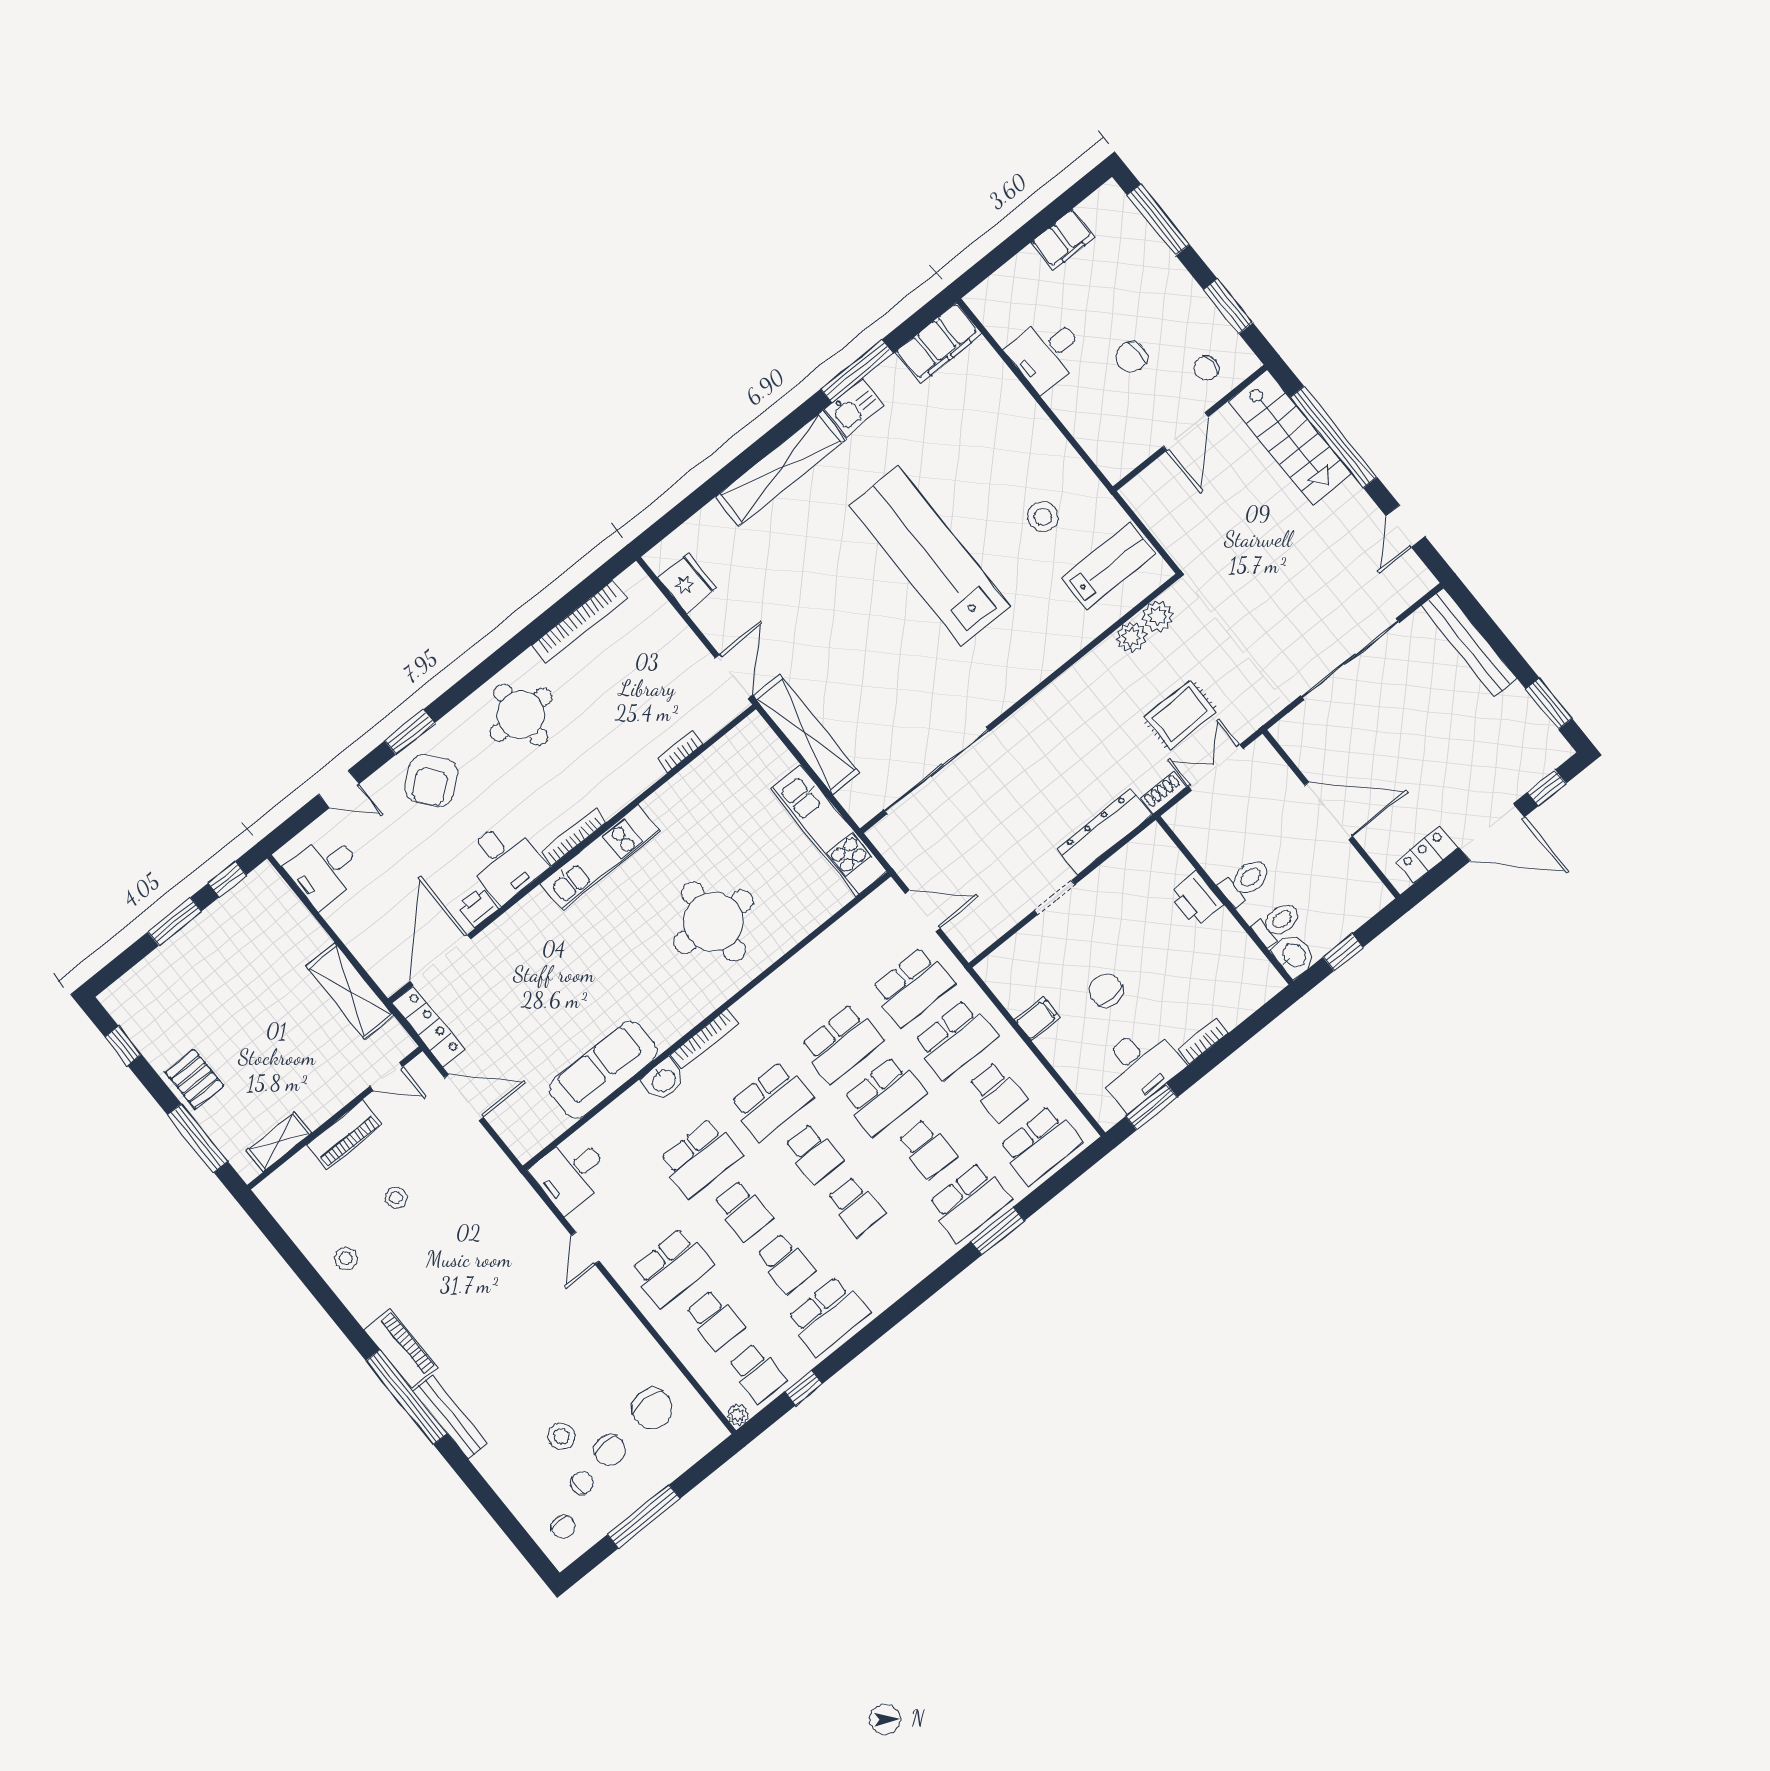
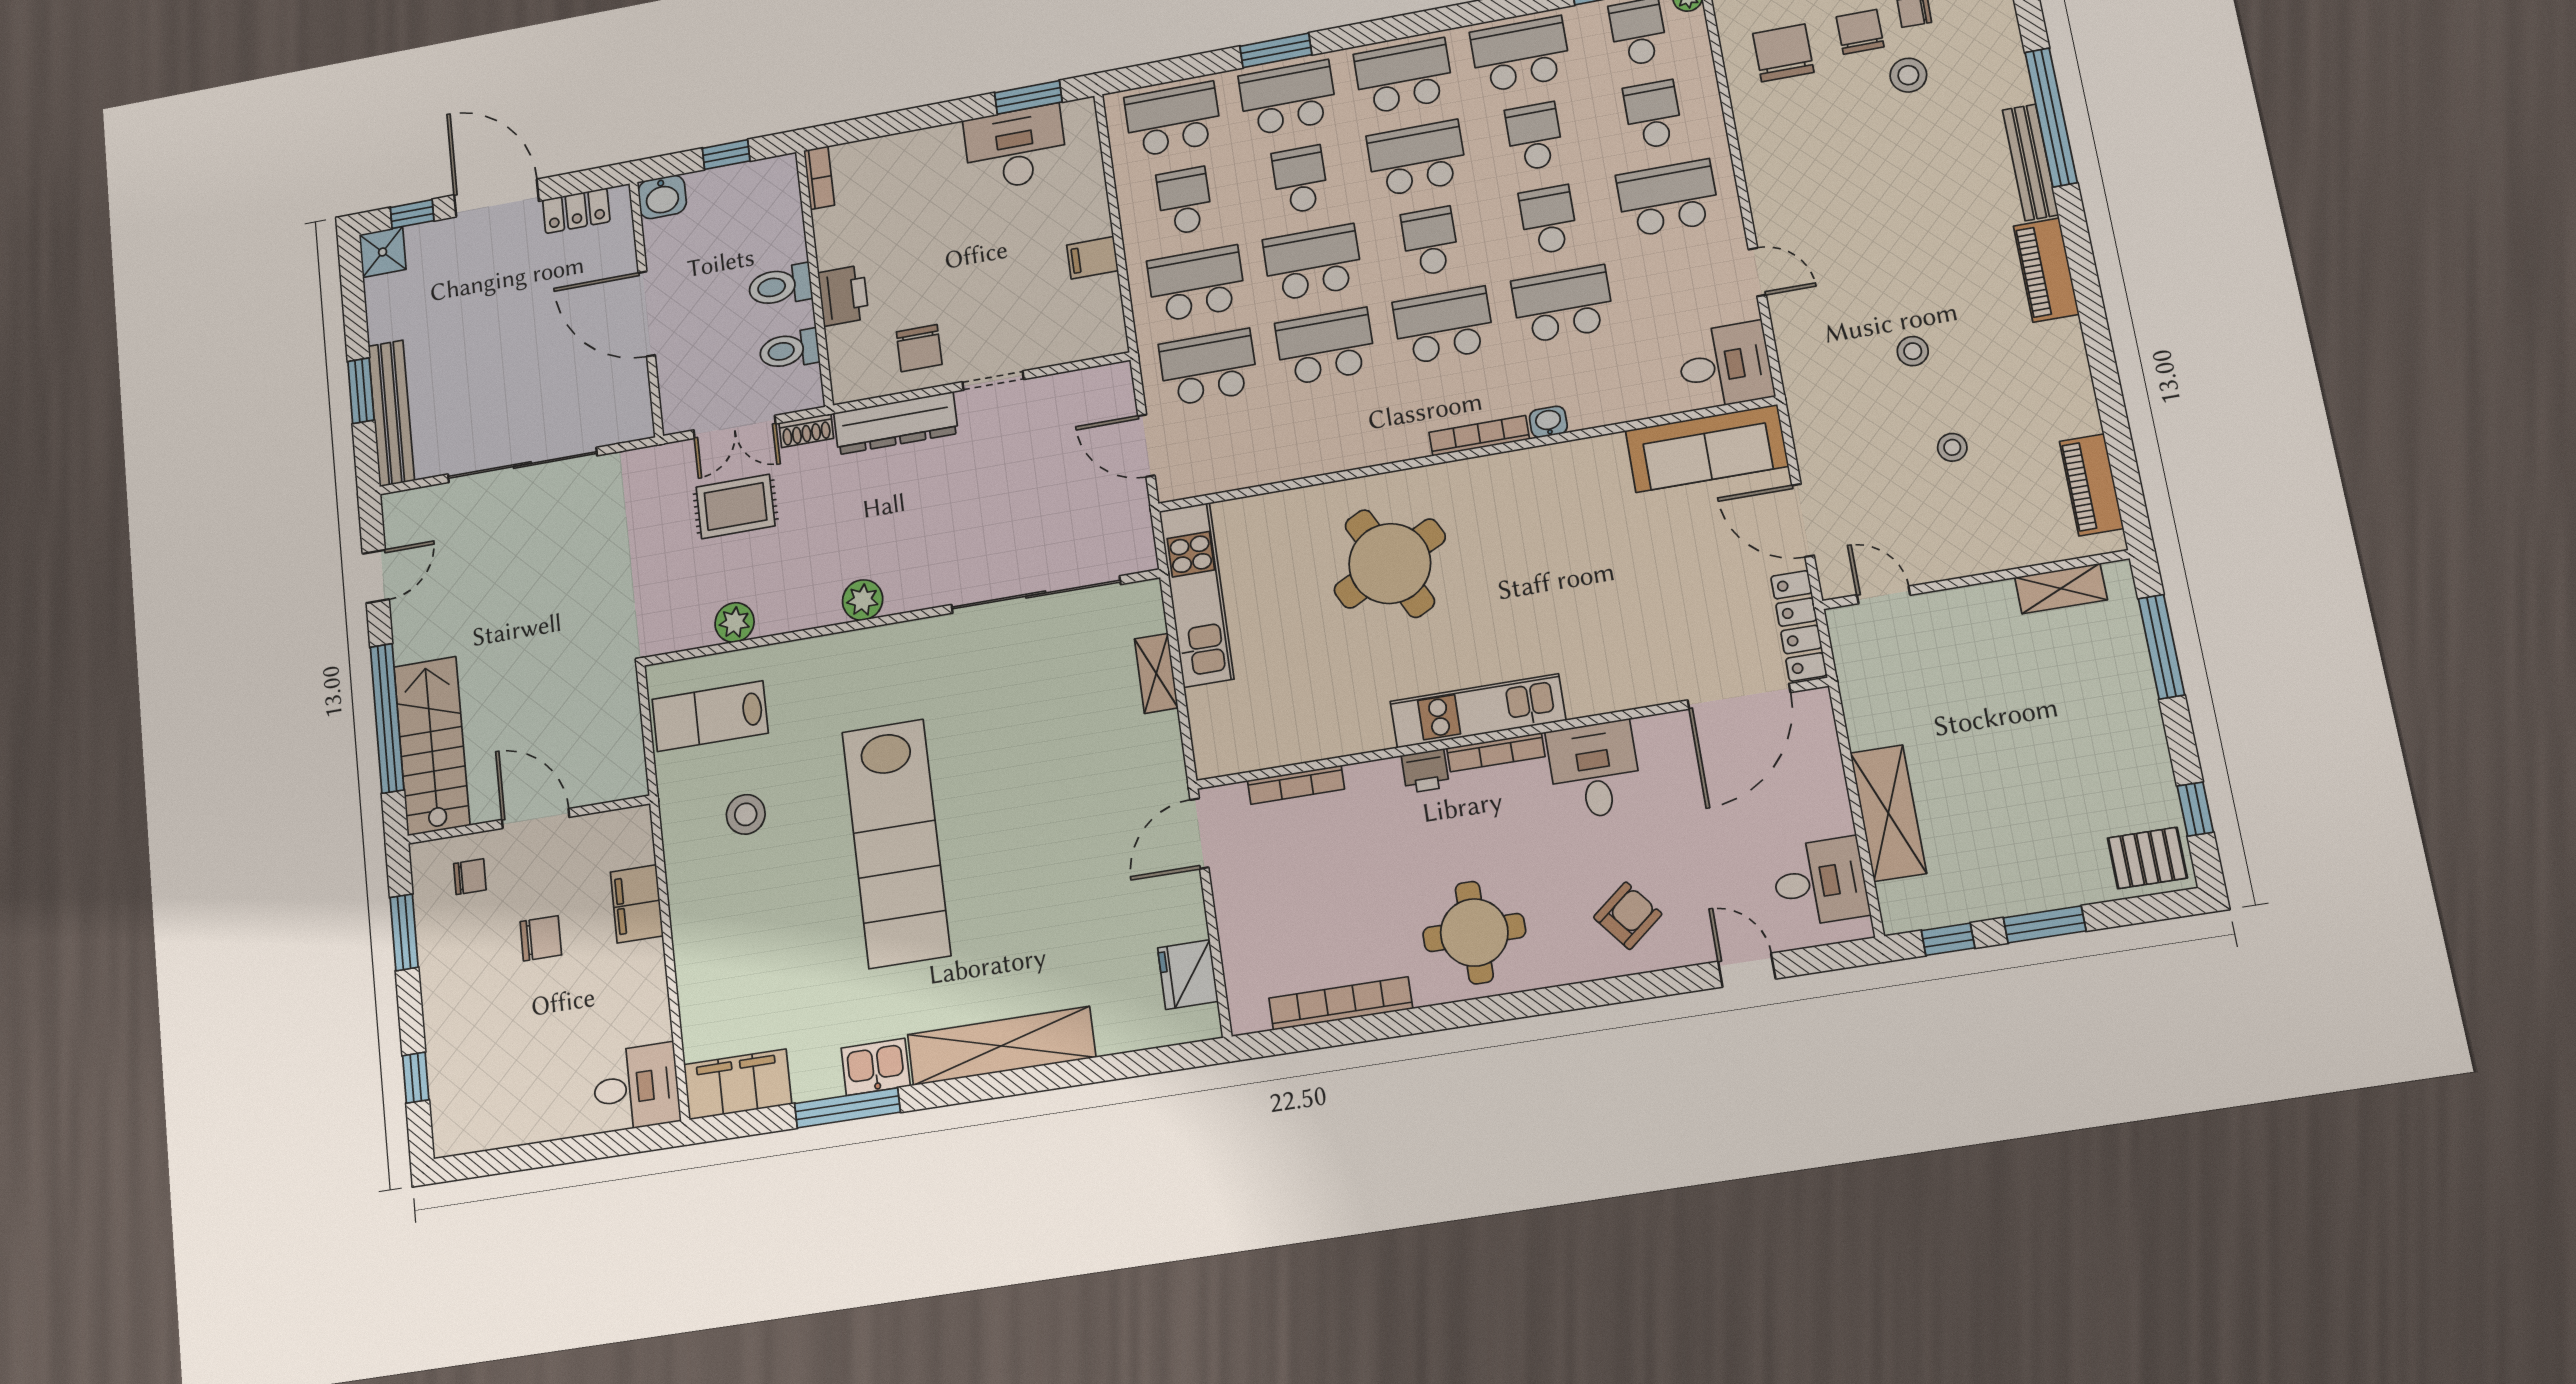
window: (1158, 220) -> (416, 1078), width x0.46
filing cabinet: (1063, 240) -> (637, 904), moved, turned -90
desk: (1047, 353) -> (636, 1087), moved
door: (1186, 431) -> (536, 818), hinge flipped
plant: (1158, 616) -> (863, 600), moved
window: (1549, 704) -> (361, 391), moved
window: (410, 732) -> (1620, 989), removed
shelving: (806, 734) -> (1156, 673), width x0.45, depth x0.75
shower: (1551, 750) -> (383, 252), added
bookcase: (680, 751) -> (1296, 785), width x1.56
armchair: (431, 781) -> (1628, 916), width x0.72, depth x0.72
printer: (478, 907) -> (1425, 771), moved
round table: (713, 922) -> (1390, 564), turned -30
toilet: (1277, 923) -> (789, 350), moved
washbasin: (1294, 956) -> (662, 197), moved, turned -90
chair: (1106, 990) -> (919, 348), moved
shelving: (350, 991) -> (1888, 813), moved
bookcase: (1203, 1041) -> (819, 178), moved, turned -90
sofa: (603, 1070) -> (1707, 448), moved
pallet: (194, 1079) -> (2147, 858), moved, turned 90
washbasin: (663, 1080) -> (1548, 422), width x0.72, depth x0.69
piano: (344, 1135) -> (2092, 485), moved, turned -90
school desk: (856, 1206) -> (1417, 158), width x1.85
door: (585, 1248) -> (1757, 272), hinge flipped
stool: (346, 1258) -> (1913, 351), moved
school desk: (899, 1259) -> (1404, 76), added
window: (407, 1397) -> (2051, 117), moved

